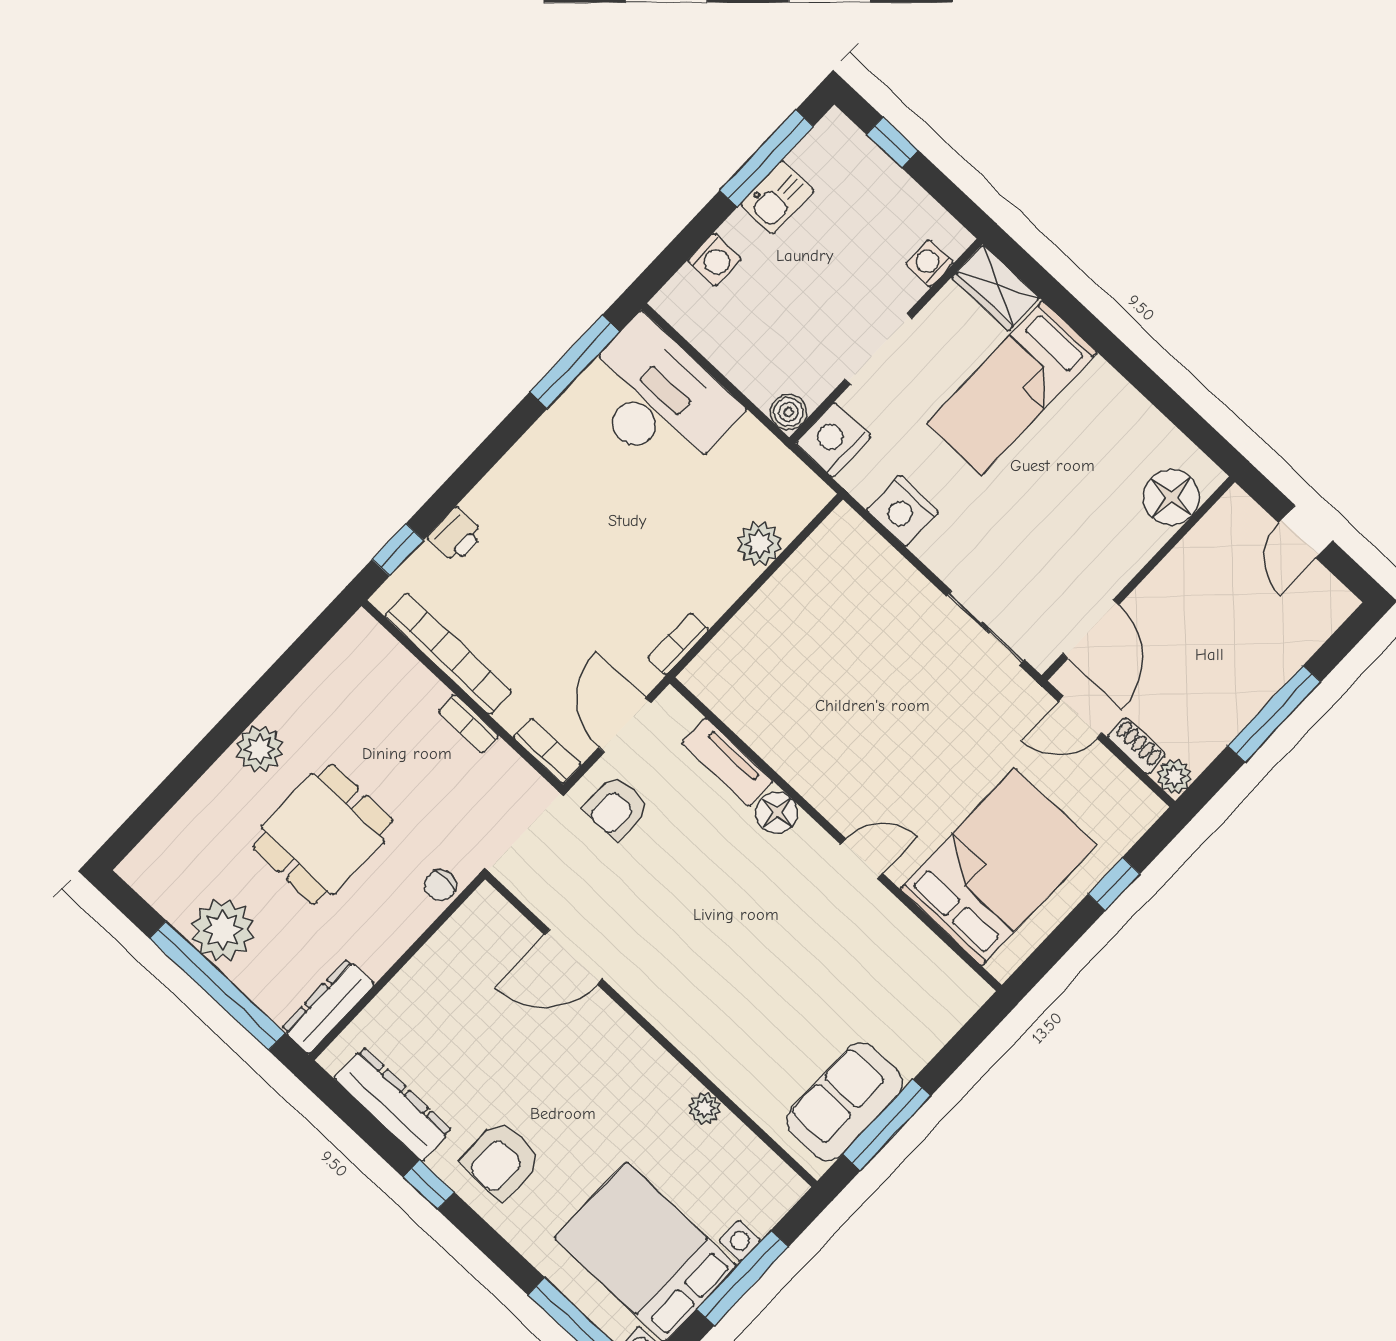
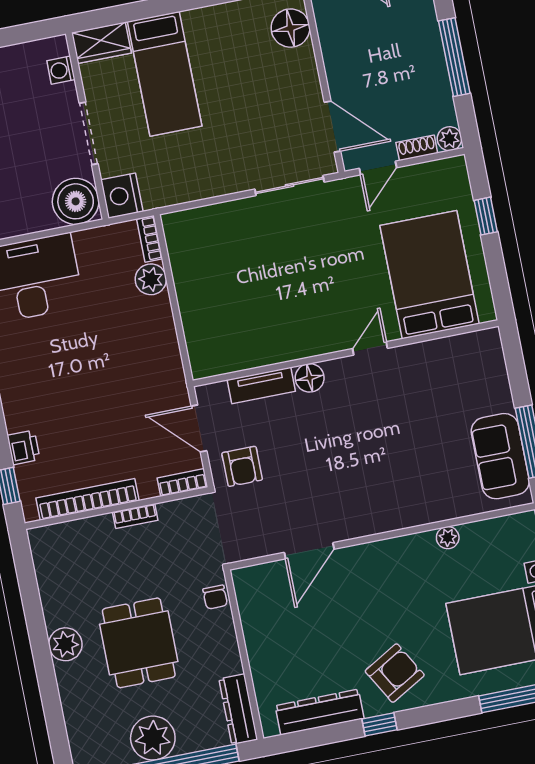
boiler: (789, 412) -> (76, 201), width x1.86, depth x1.86
nightstand: (903, 511) -> (190, 185), removed
bookcase: (678, 644) -> (150, 239), moved
armchair: (501, 1160) -> (395, 673), turned -120

